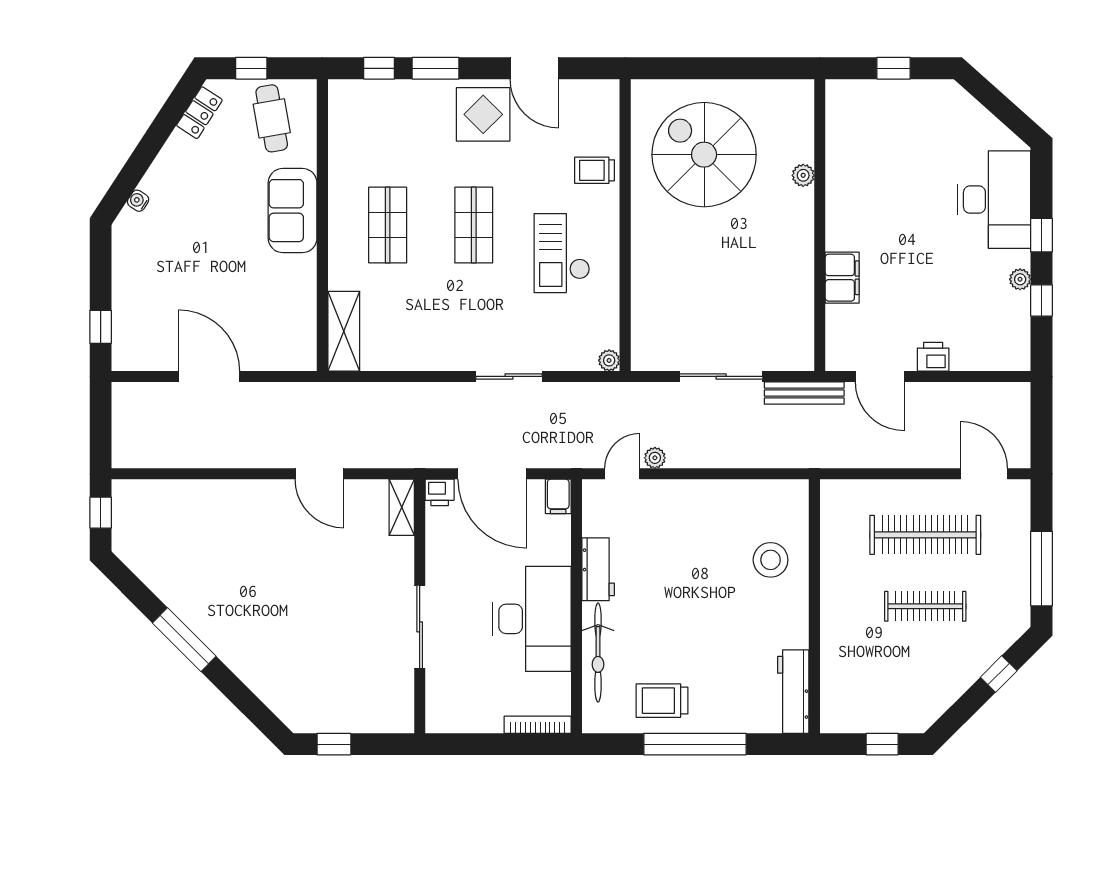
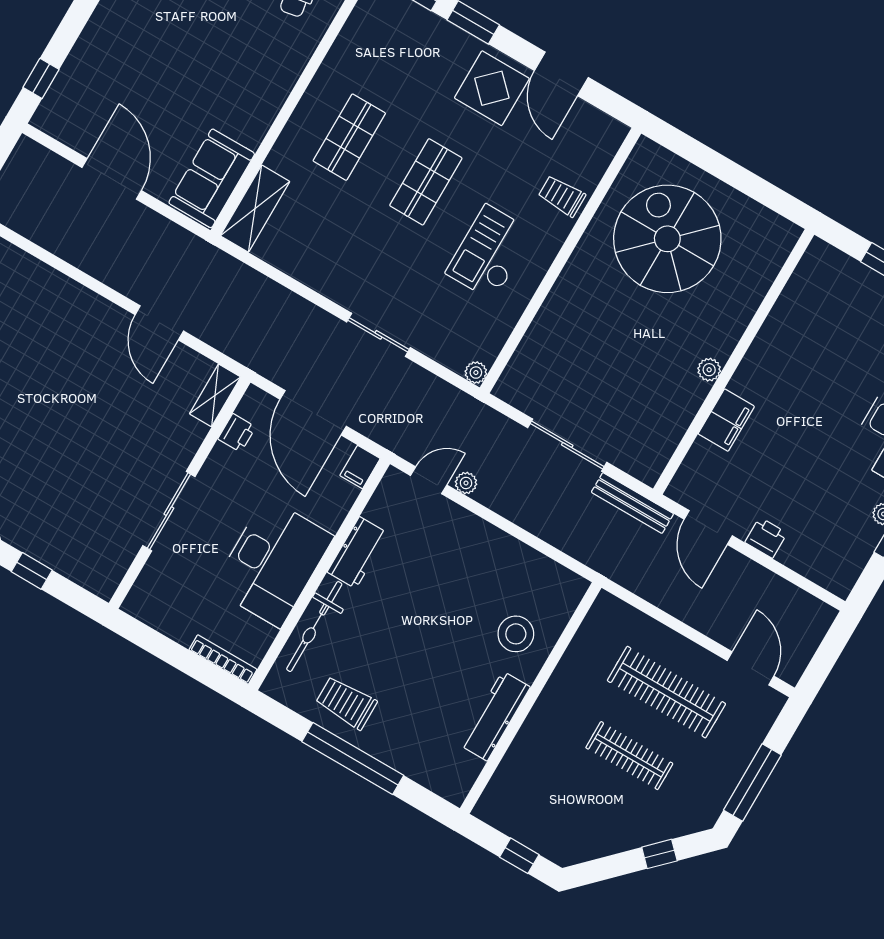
plant: (803, 175) -> (709, 370), moved
sofa: (293, 211) -> (212, 178), moved
printer: (440, 492) -> (237, 433), moved, turned -90
workbench: (793, 692) -> (495, 716), moved

